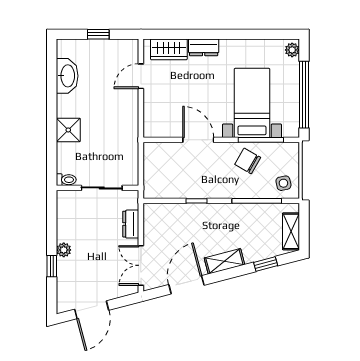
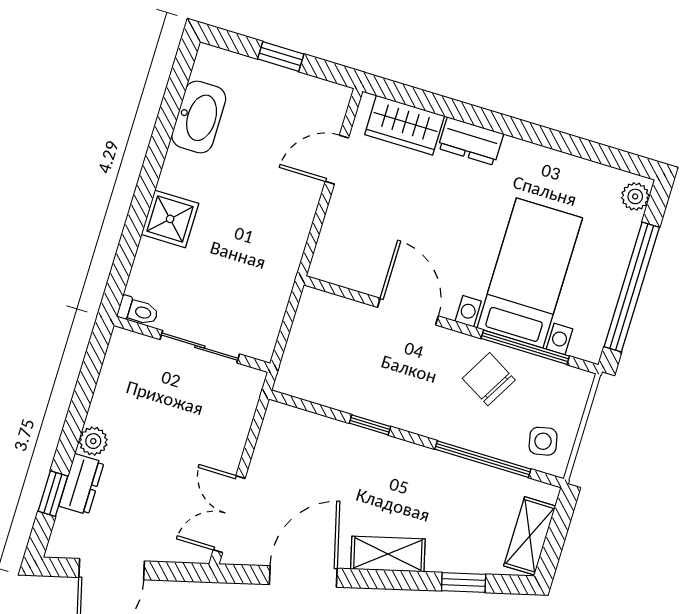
dresser: (131, 224) -> (81, 484), moved, turned 180
window: (52, 266) -> (53, 494), moved

